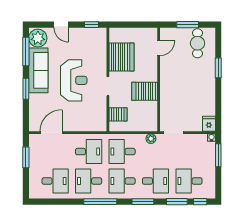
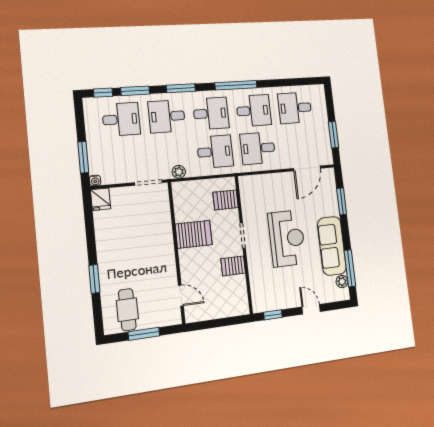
plant: (38, 38) -> (342, 281), width x0.53, depth x0.53
door: (159, 48) -> (181, 295), swing flipped
server rack: (121, 57) -> (233, 266), width x0.46, depth x0.70
reception desk: (74, 80) -> (287, 238), turned 180
window: (26, 89) -> (342, 201), moved

